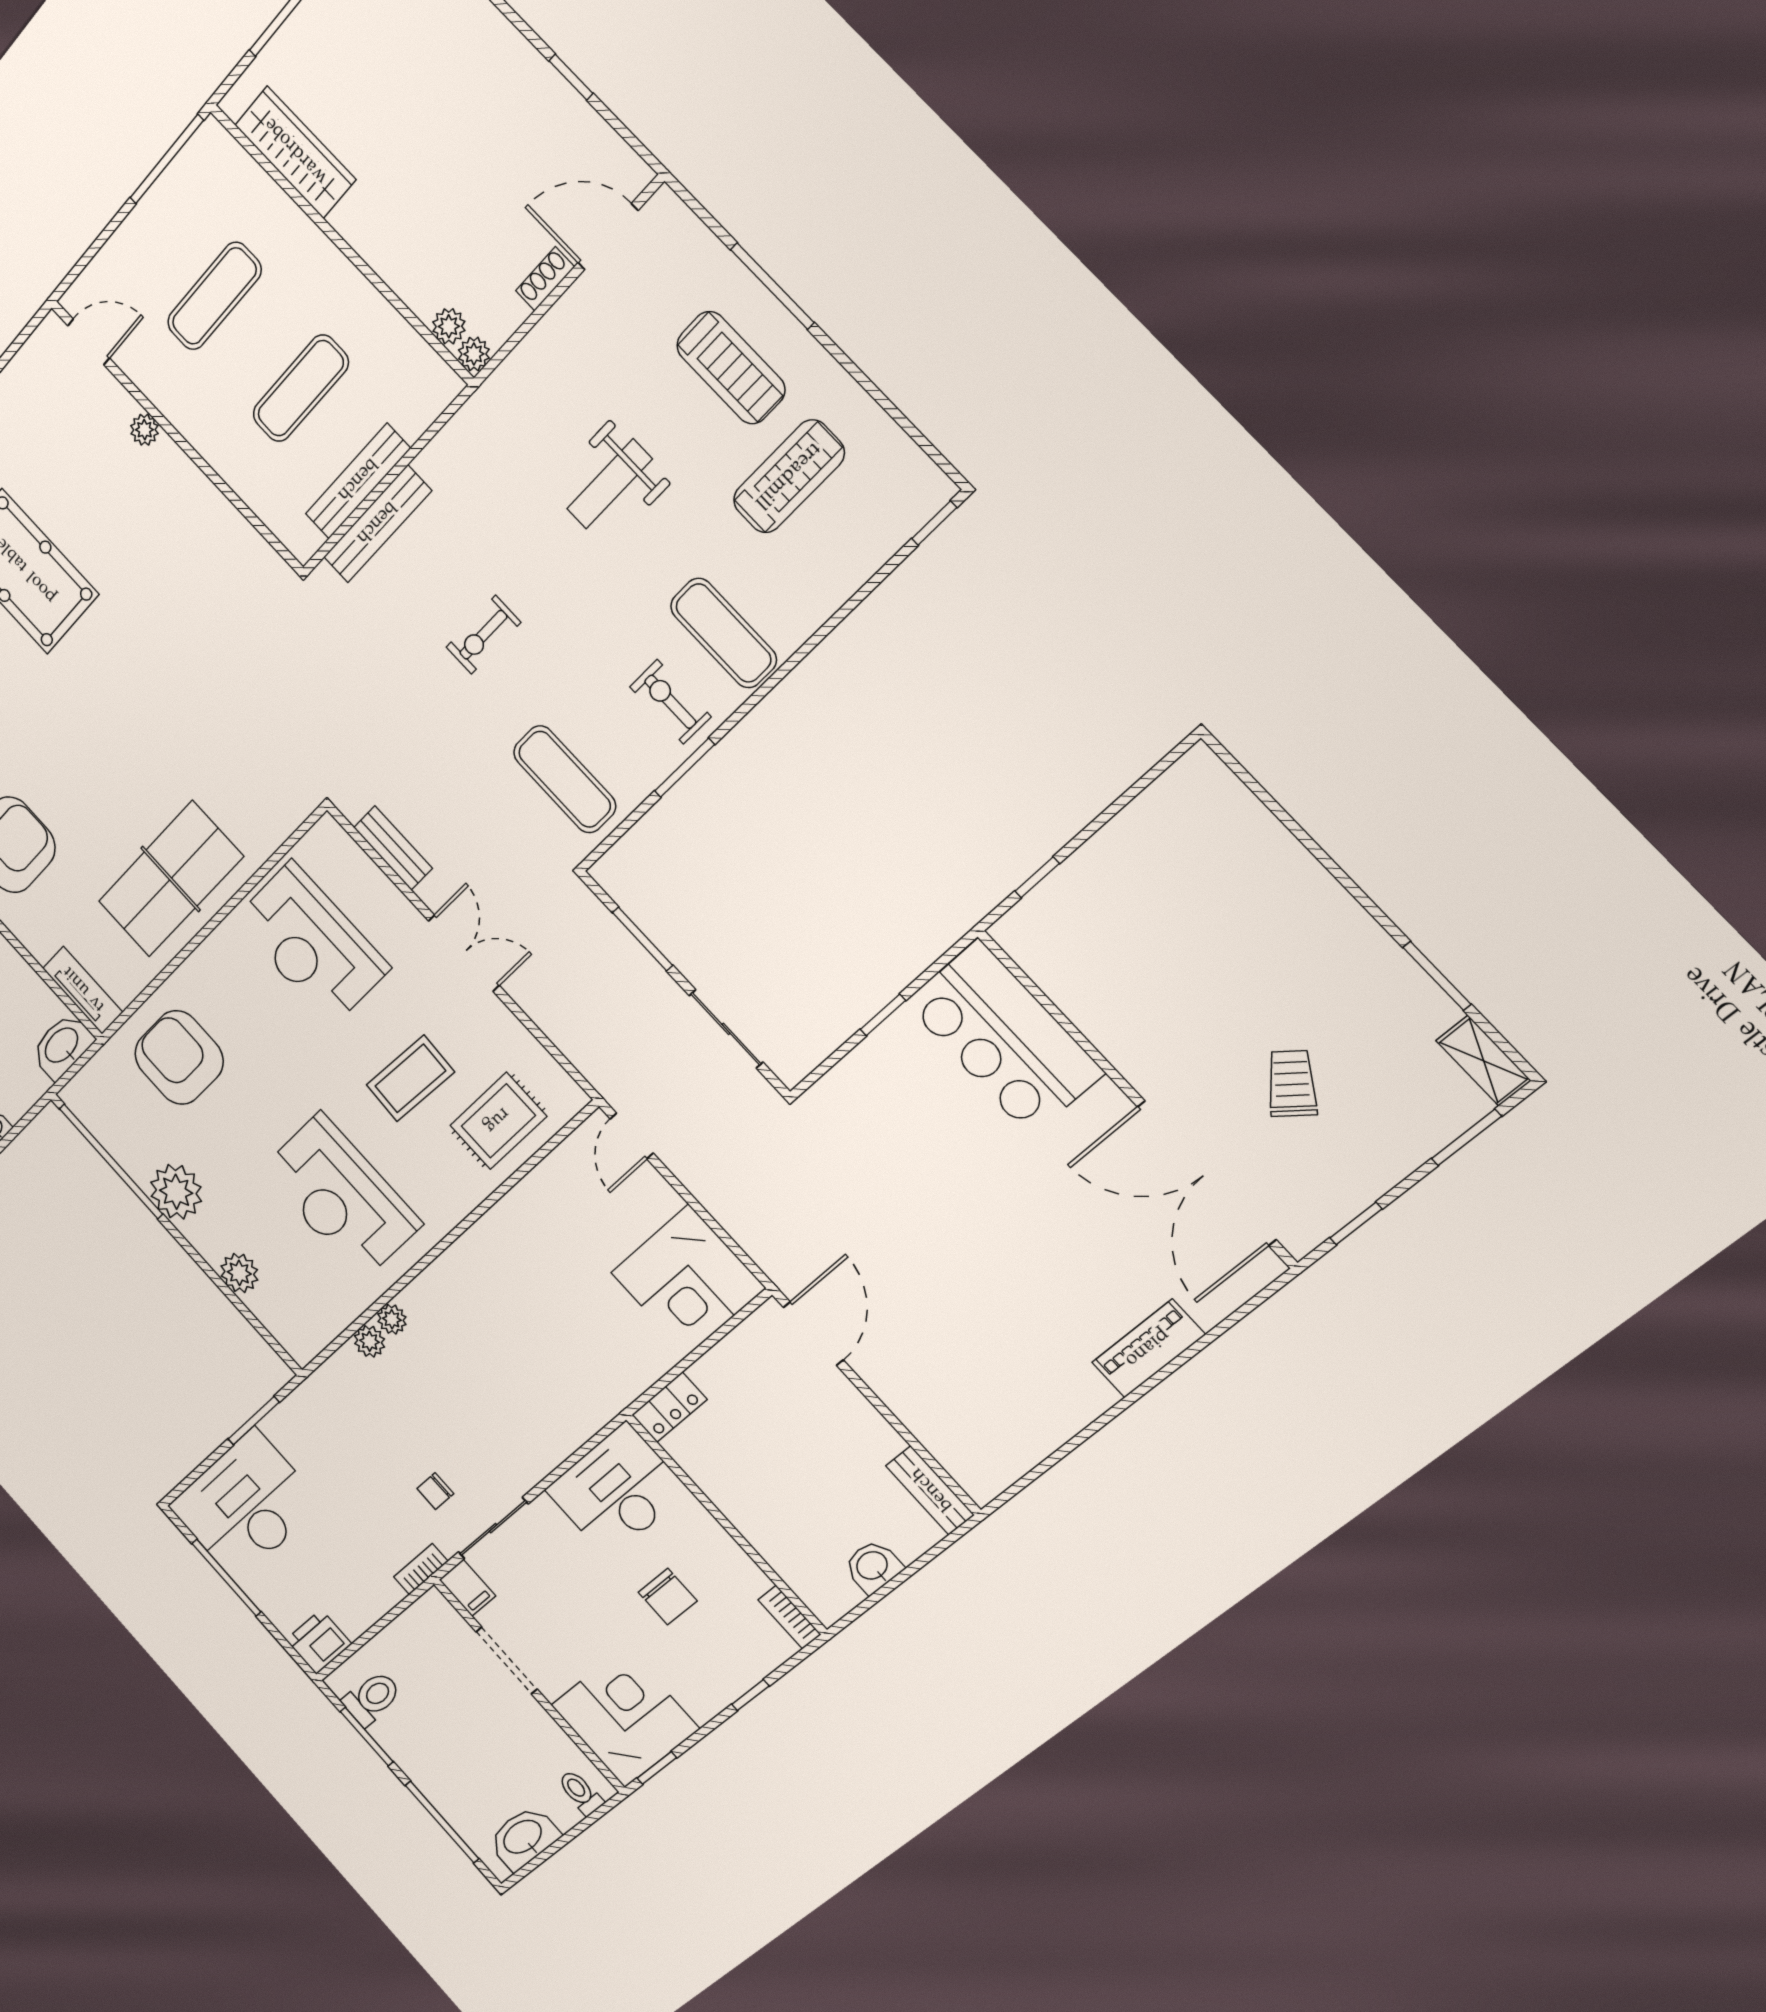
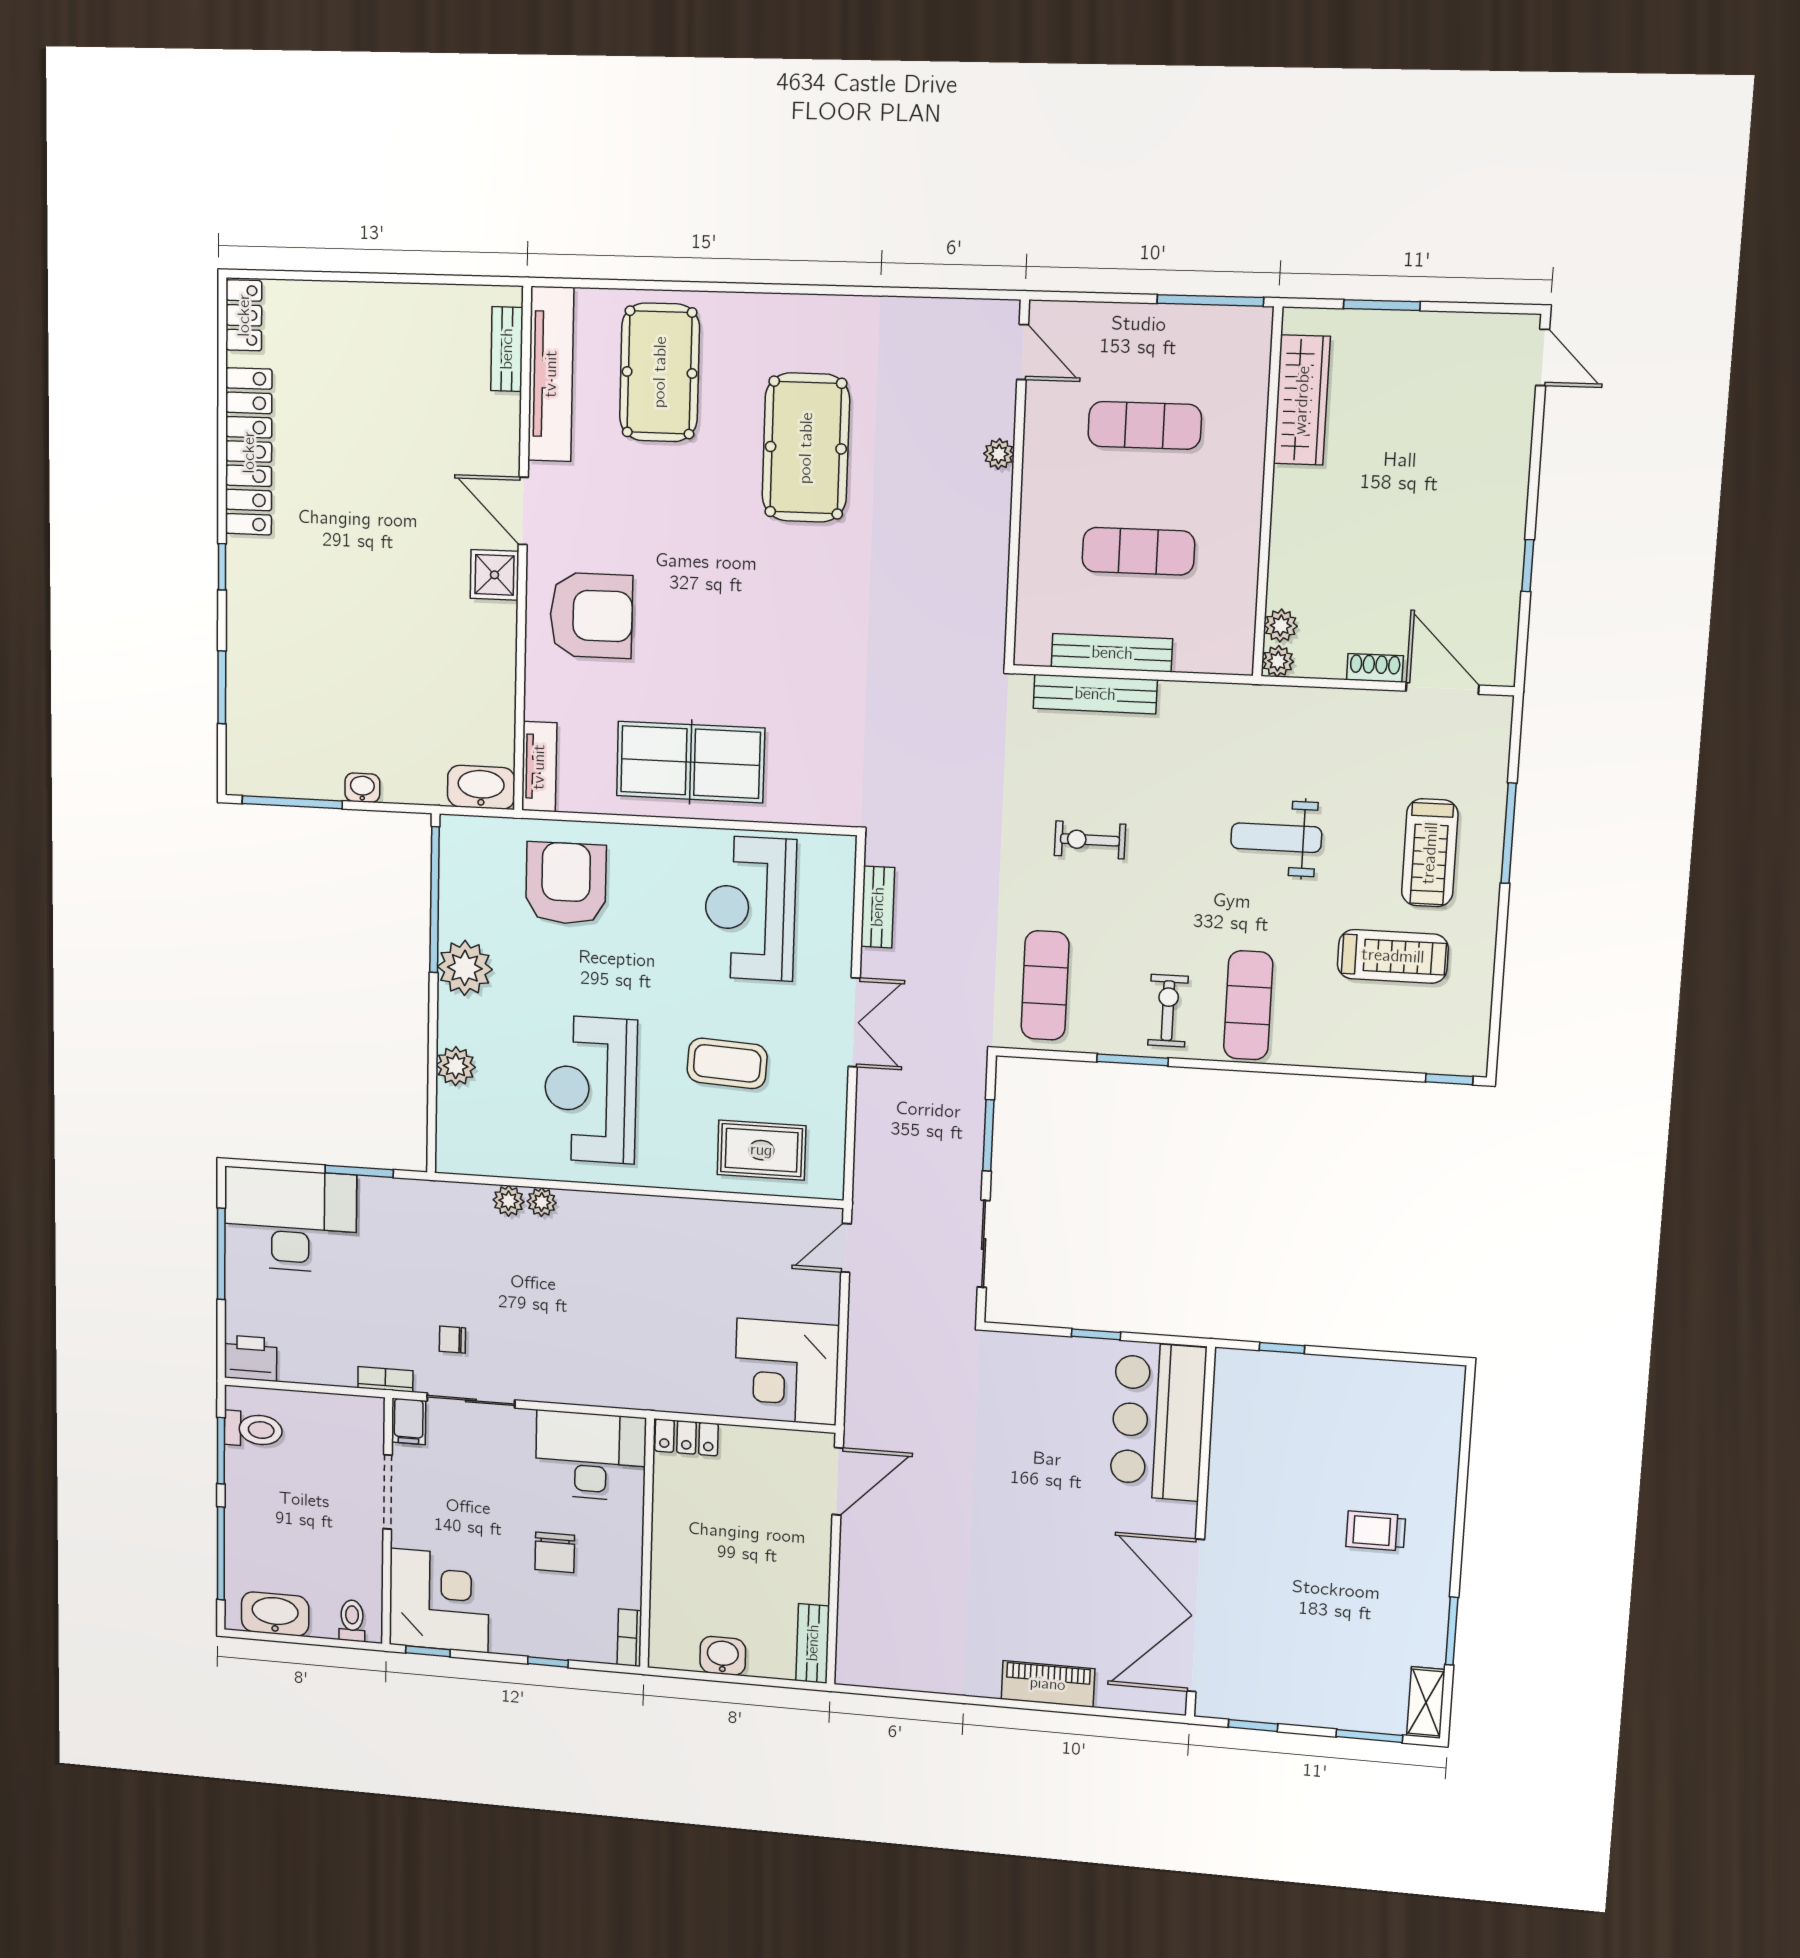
trolley: (1292, 1084) -> (1376, 1531), moved, turned -128

